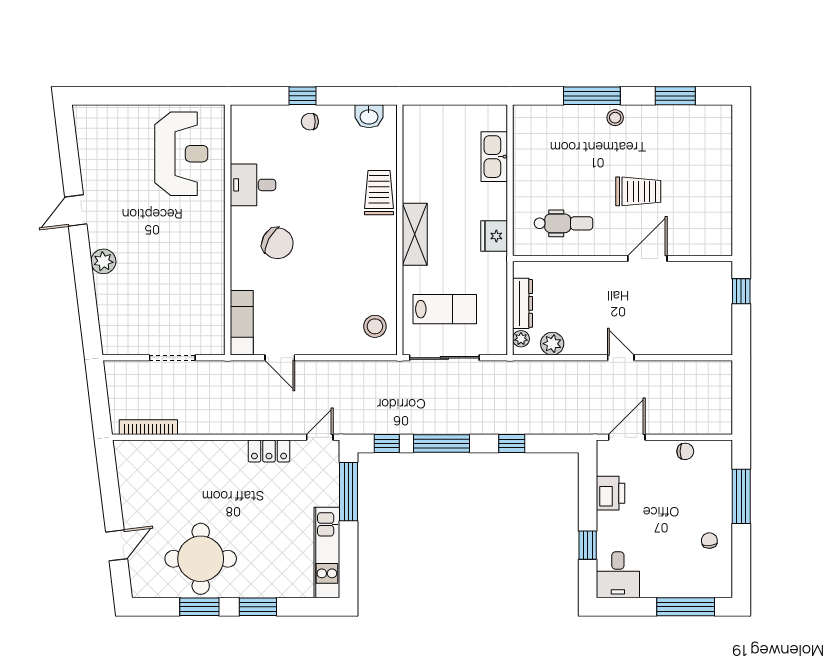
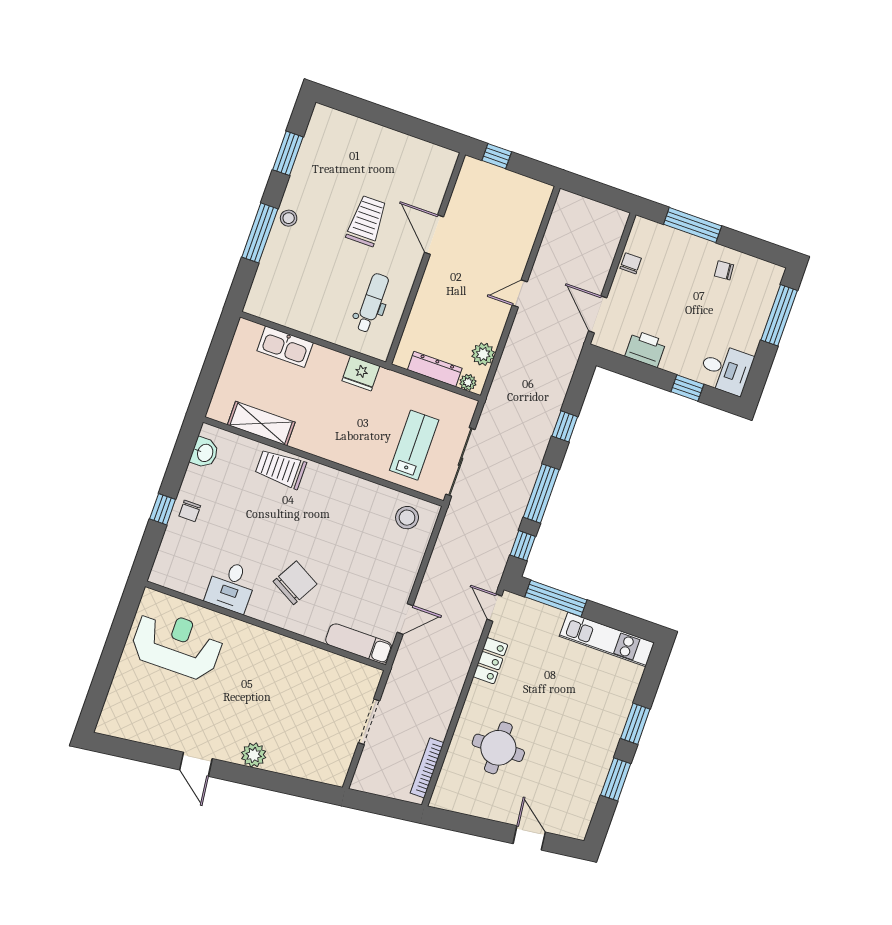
shelving: (415, 234) -> (261, 423), moved
round table: (201, 559) -> (498, 748), moved, width x0.73, depth x0.73

